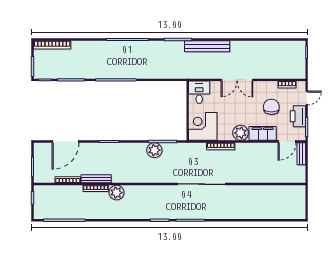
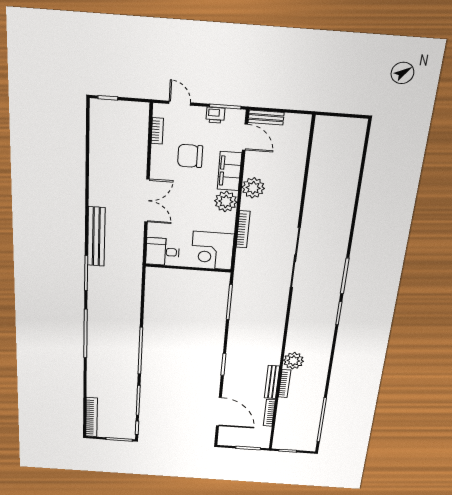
printer: (298, 116) -> (215, 115), width x0.53, depth x0.68
plant: (154, 150) -> (253, 188), moved

